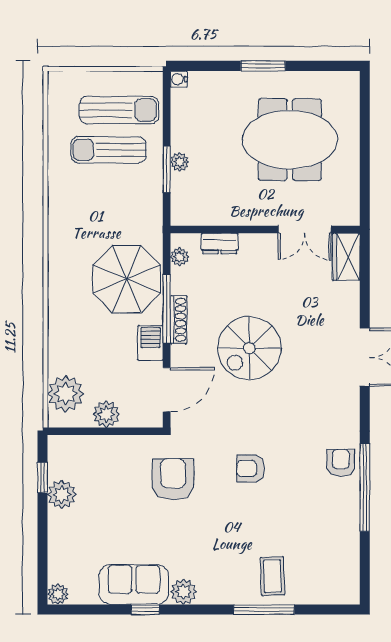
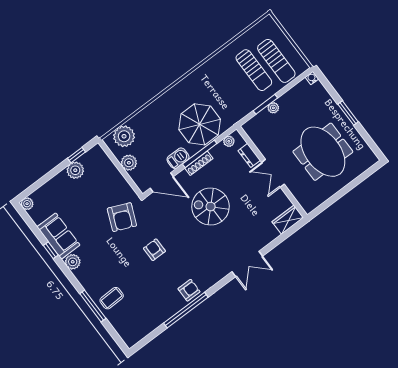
sun lounger: (109, 150) -> (254, 70), turned 180
double door: (305, 229) -> (273, 173), moved
armchair: (173, 479) -> (122, 217), turned 113

